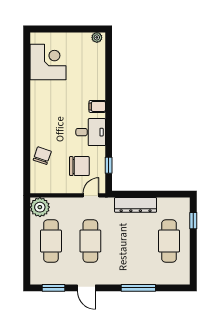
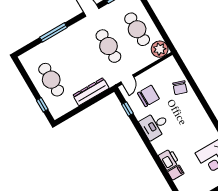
printer: (97, 89) -> (169, 160), added
filing cabinet: (97, 106) -> (176, 173), moved
chair: (79, 166) -> (148, 96), turned 180

